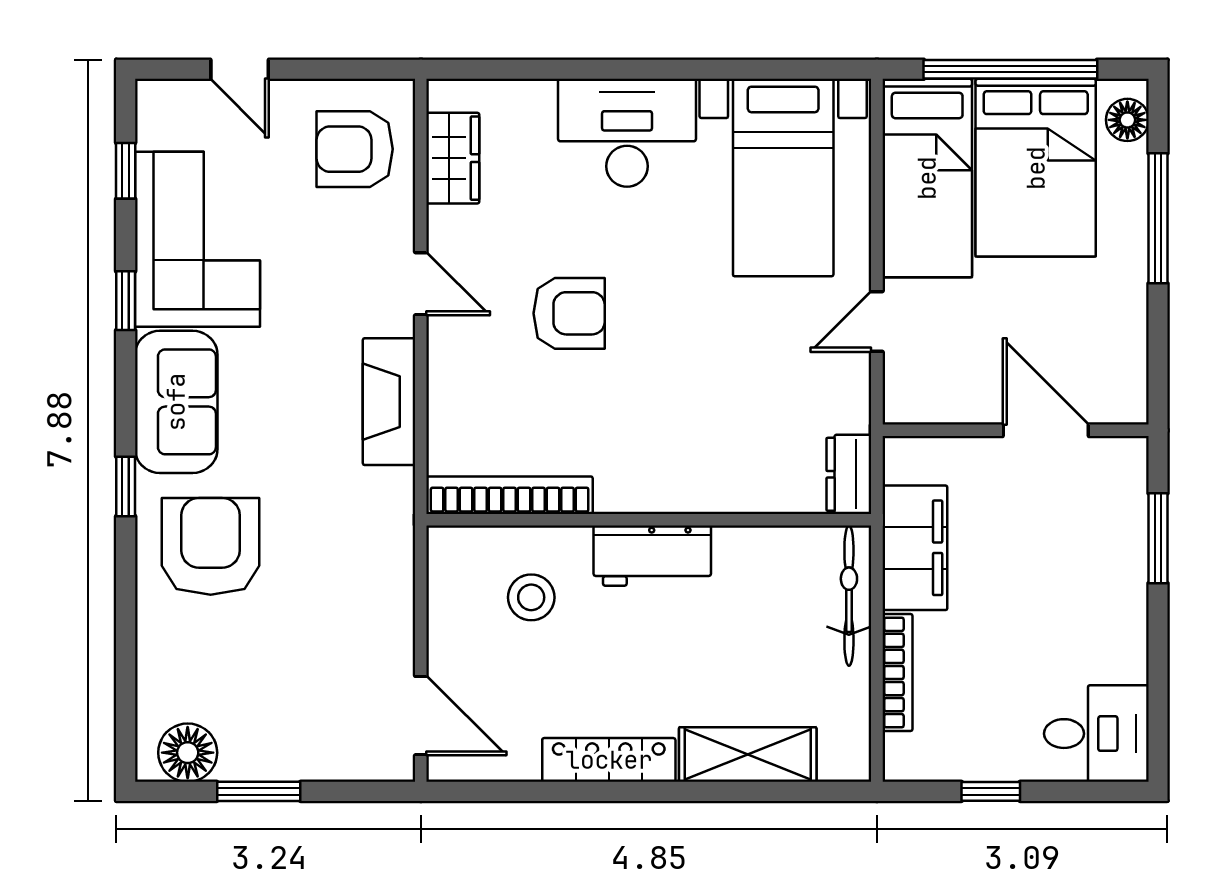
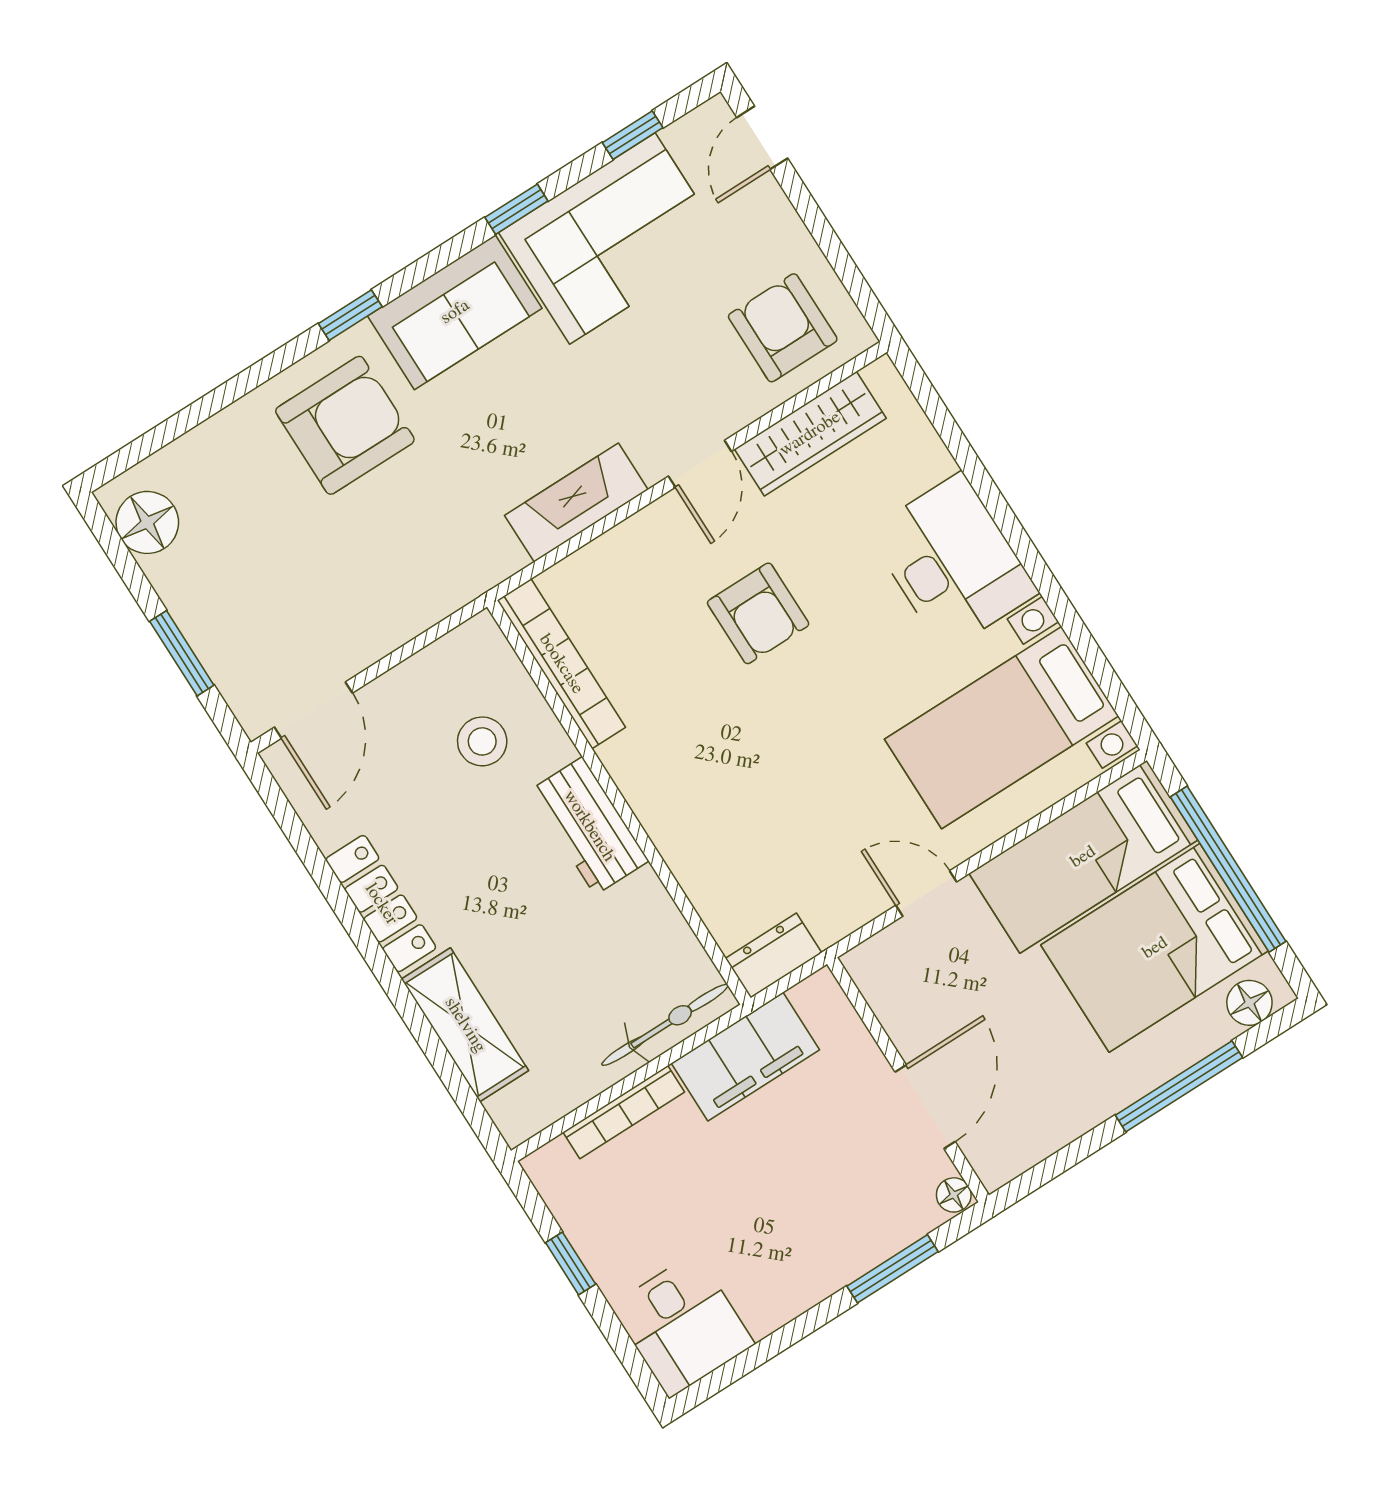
door: (240, 69) -> (762, 138), moved
wardrobe: (453, 158) -> (810, 434), width x1.50
floor lamp: (1130, 452) -> (954, 1195), added
window: (259, 791) -> (182, 653), moved

